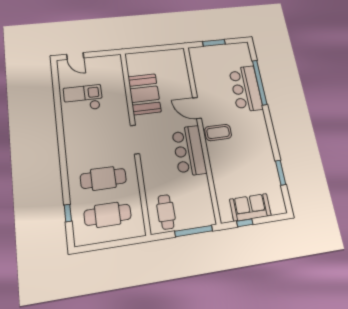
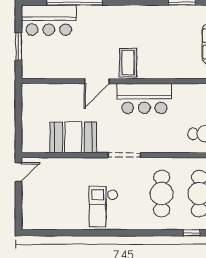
door: (75, 56) -> (18, 172), moved
bar counter: (246, 89) -> (49, 20), moved
checkout: (83, 98) -> (103, 207), moved

